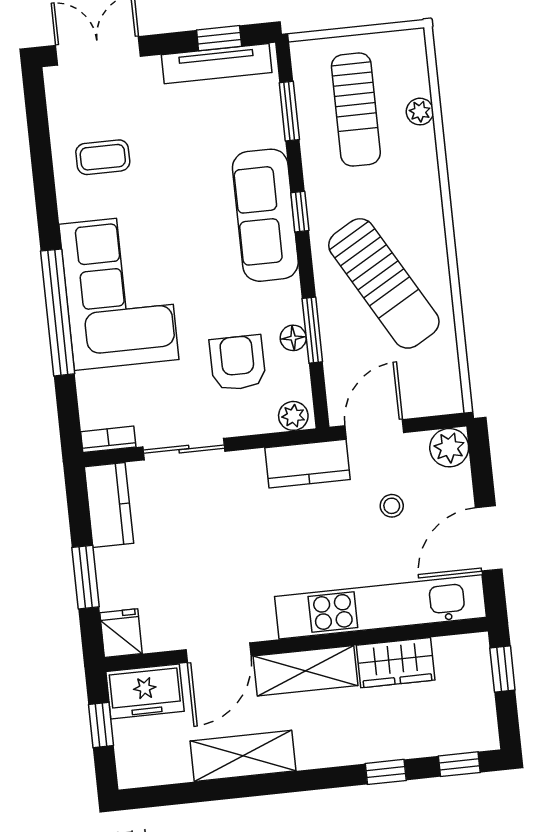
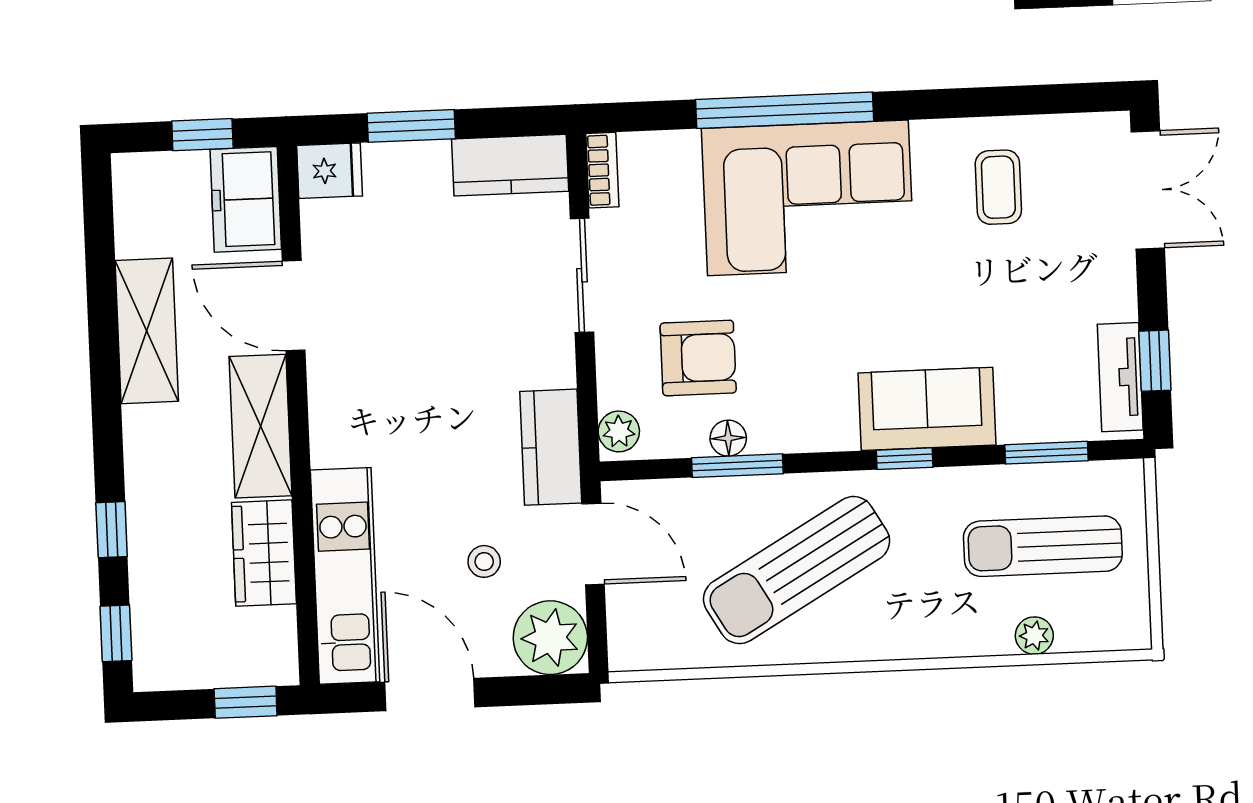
tv unit: (217, 64) -> (1120, 377), width x0.71
sofa: (265, 215) -> (927, 409), width x0.73
plant: (449, 448) -> (550, 638), width x1.36, depth x1.36
kitchen unit: (381, 607) -> (345, 576), width x0.73

